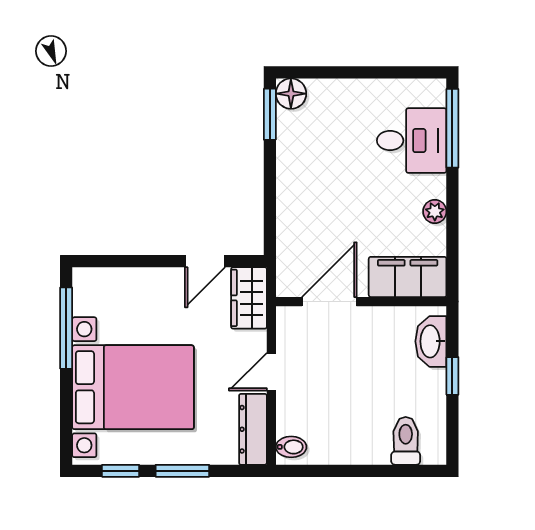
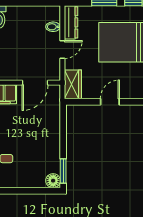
door: (205, 261) -> (110, 102), moved
bidet: (291, 447) -> (53, 27), moved

